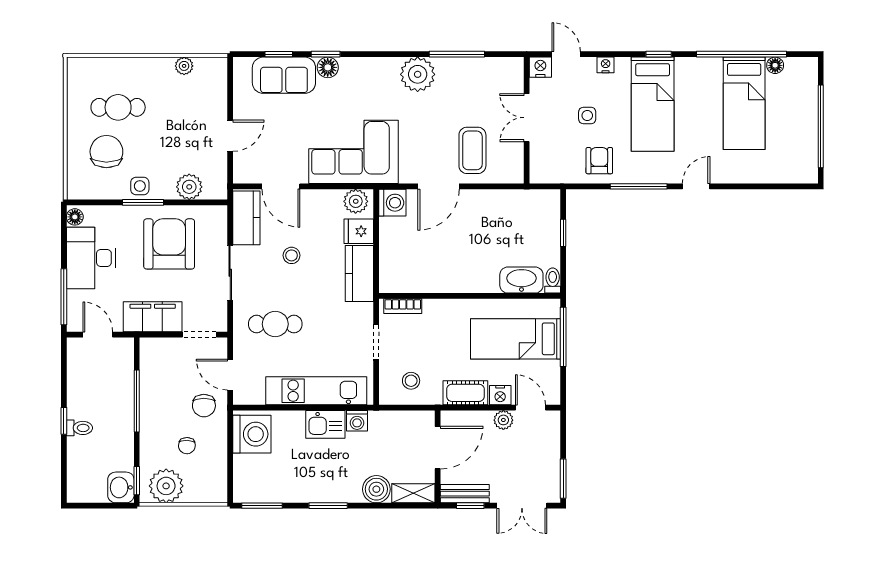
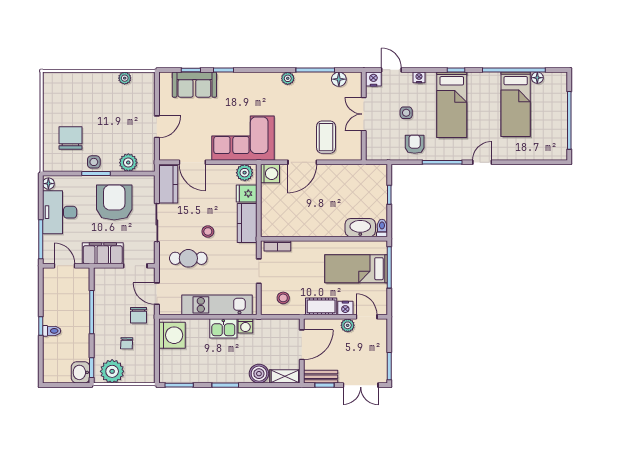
floor lamp: (328, 67) -> (339, 79), moved
plant: (418, 74) -> (288, 78), width x0.53, depth x0.53
cafe table: (118, 107) -> (79, 107), removed
stool: (292, 255) -> (208, 231), moved

